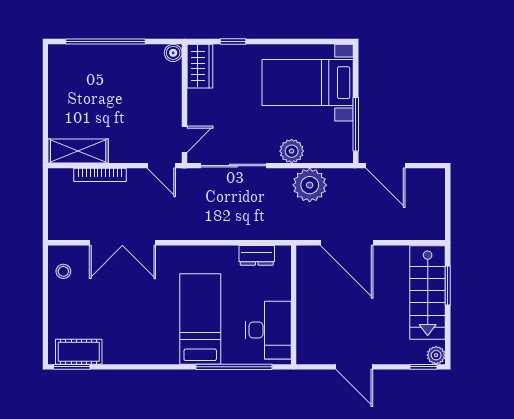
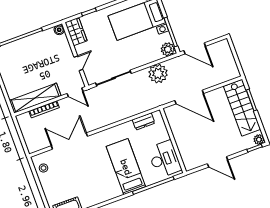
door: (184, 139) -> (78, 63), moved
shelving: (78, 151) -> (35, 98), width x1.47
plant: (292, 151) -> (168, 49), moved
double door: (122, 243) -> (69, 141), swing flipped

